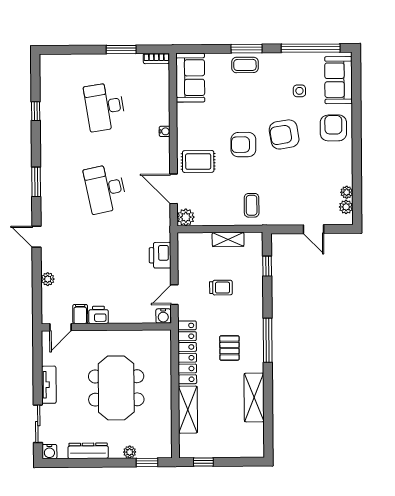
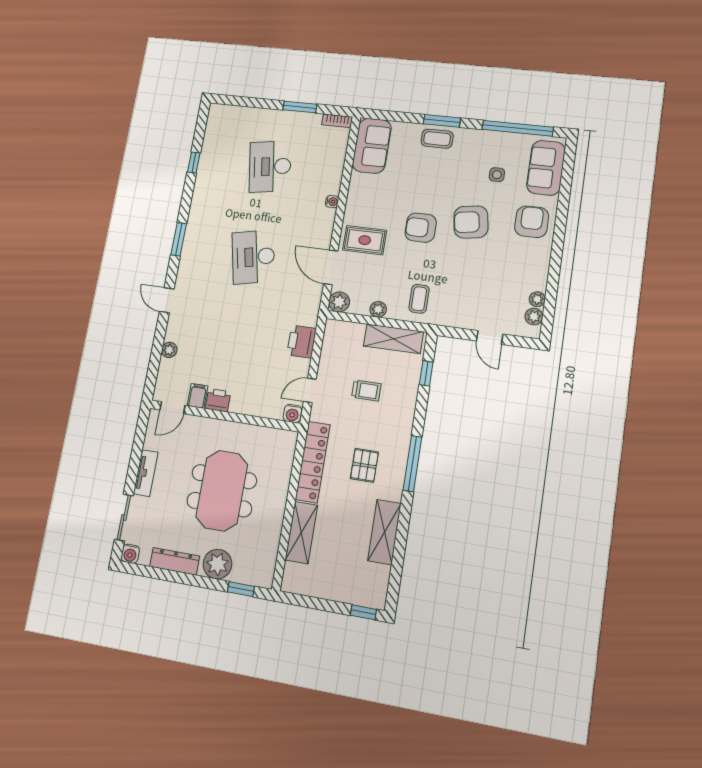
plant: (219, 219) -> (378, 309), added
shelving: (228, 239) -> (393, 339), width x1.50, depth x1.33
plant: (130, 452) -> (217, 564), width x1.87, depth x1.87
window: (203, 462) -> (363, 612), moved

